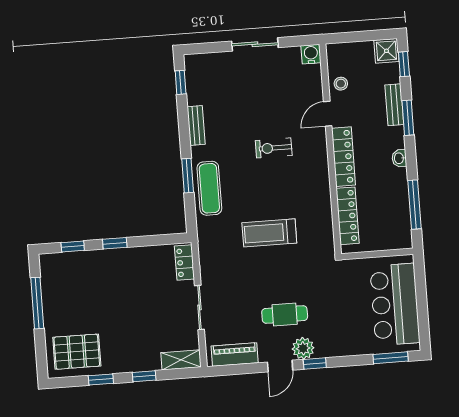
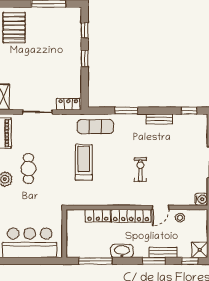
door: (328, 114) -> (161, 207), swing flipped
washbasin: (399, 158) -> (122, 251), width x1.91, depth x1.45
exercise mat: (209, 188) -> (95, 127), moved
locker: (348, 216) -> (98, 216), width x0.66

